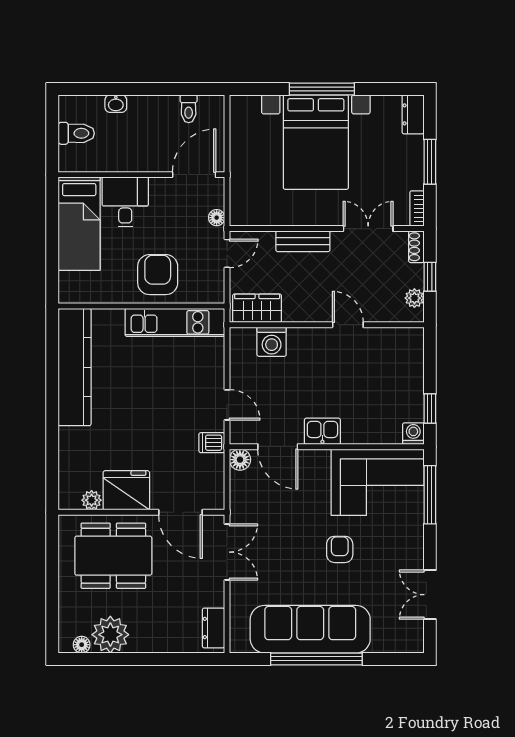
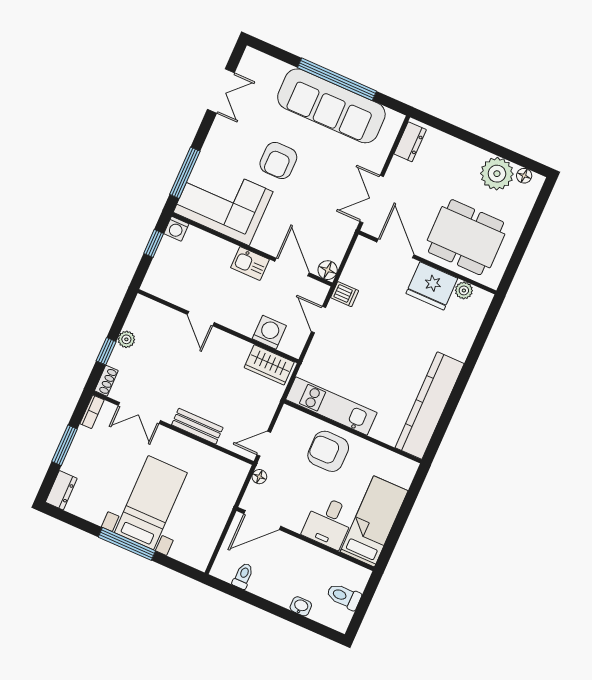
bed with nightstands: (316, 142) -> (151, 503), width x0.73
armchair: (158, 275) -> (328, 451), turned 90
wardrobe: (257, 308) -> (269, 365), moved
wall: (327, 325) -> (218, 326), moved
door: (348, 325) -> (201, 319), moved
washing machine: (272, 342) -> (269, 332), moved
armchair: (340, 549) -> (278, 161), width x1.38, depth x1.38

